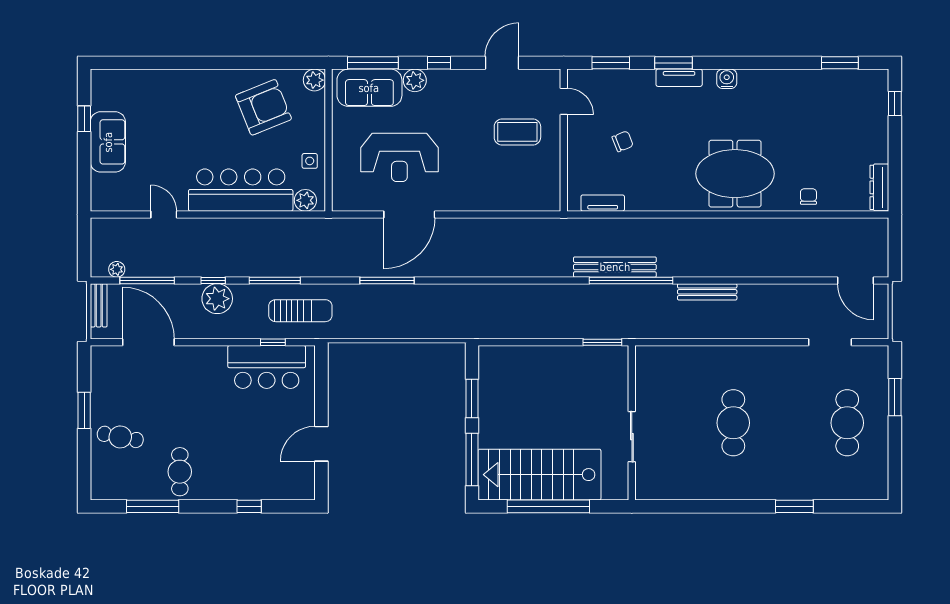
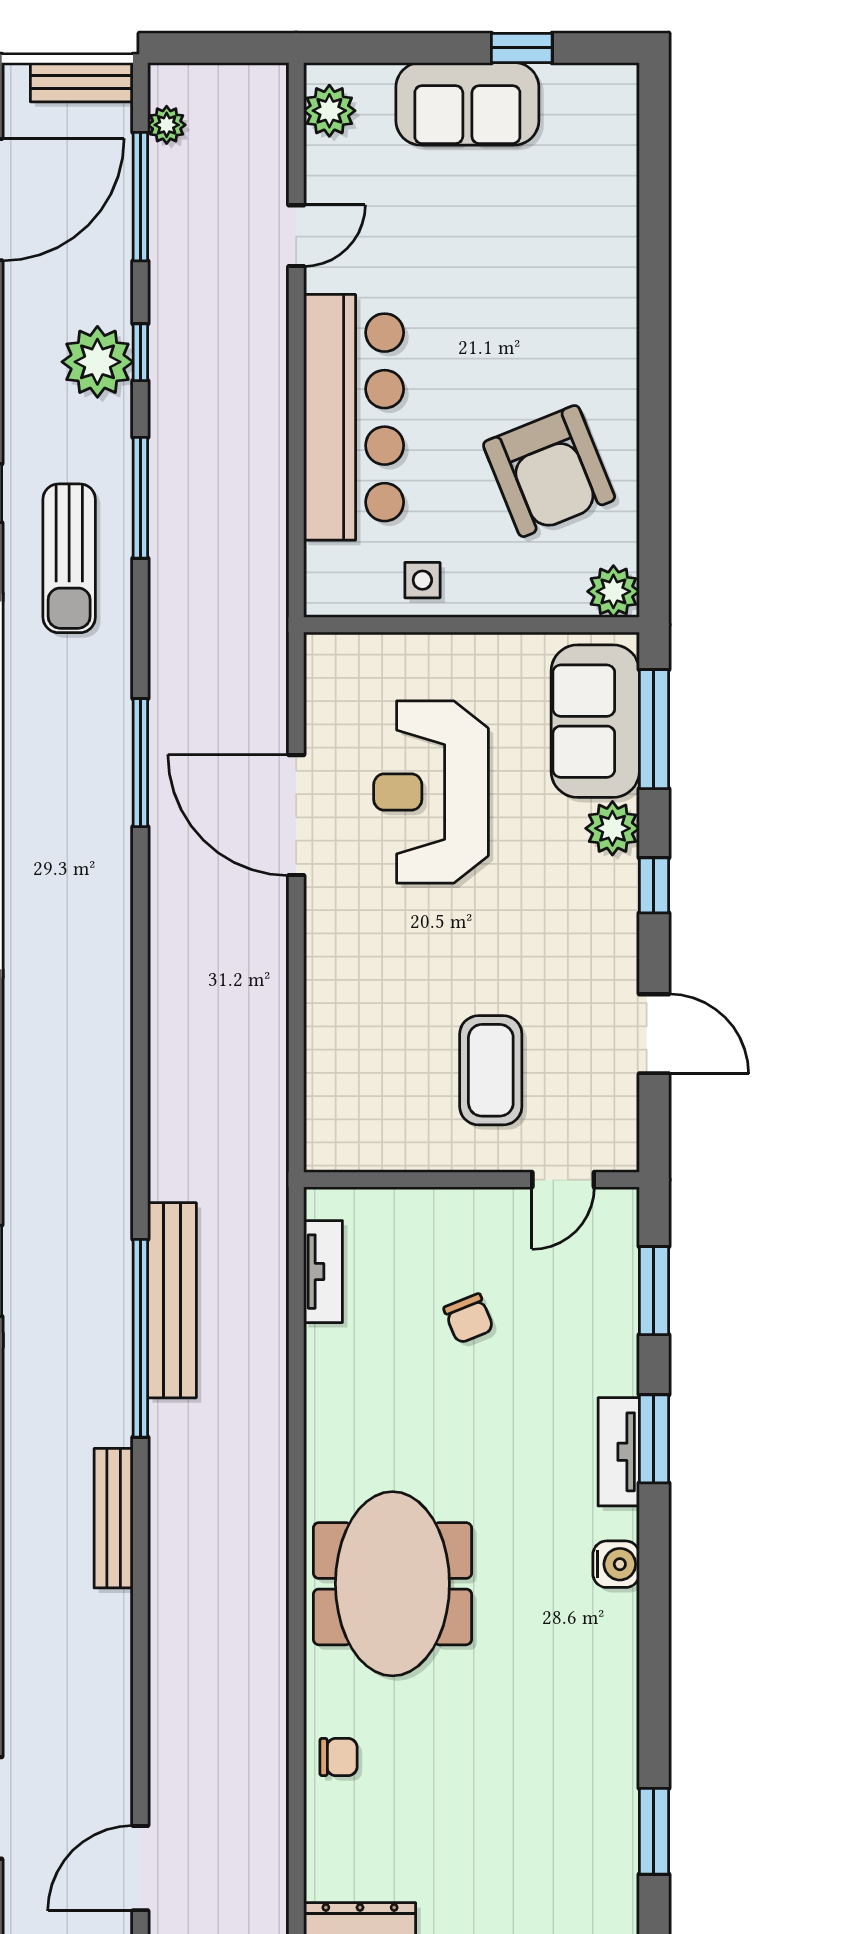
plant: (305, 200) -> (329, 111), moved

